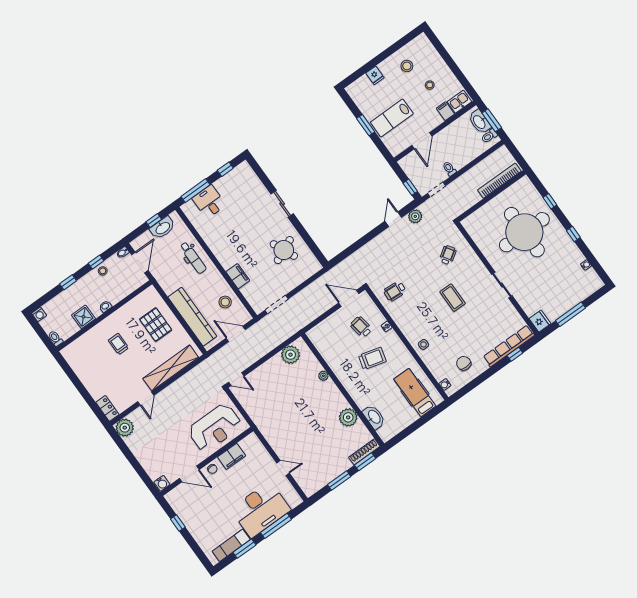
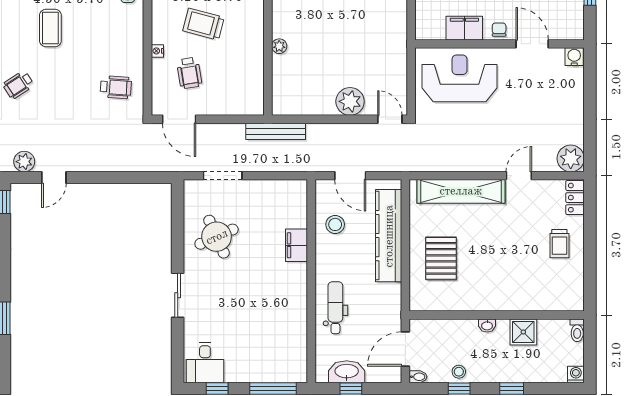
desk: (209, 202) -> (205, 363), moved
doorway: (276, 305) -> (223, 176), moved
bench: (293, 329) -> (276, 131), added
trolley: (119, 344) -> (559, 244), moved
plant: (291, 355) -> (350, 101), moved

